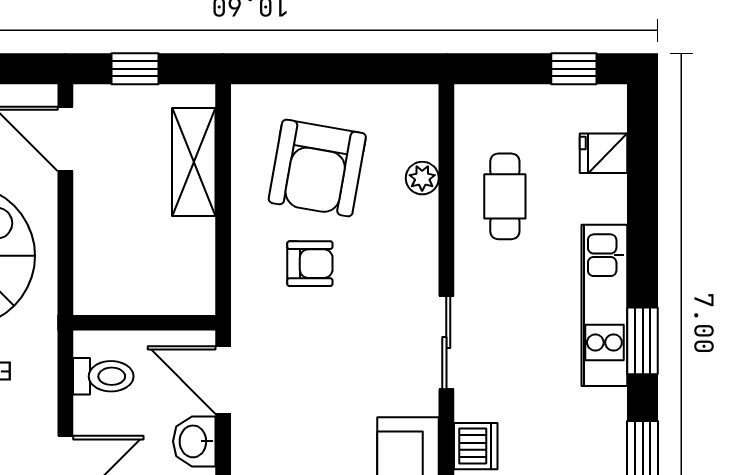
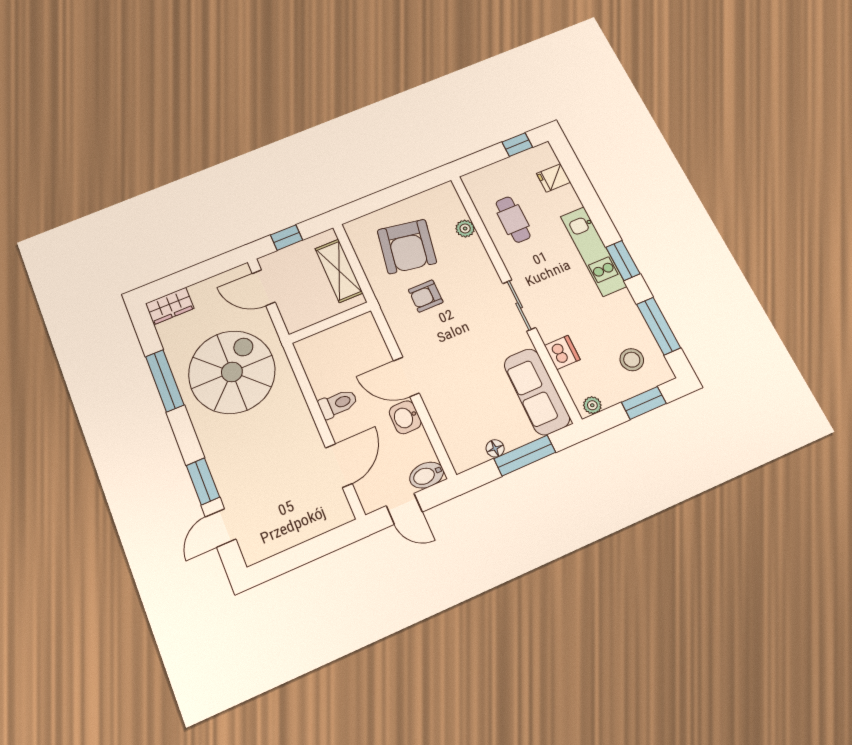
armchair: (310, 264) -> (426, 296), turned 180
wall: (144, 323) -> (330, 323), moved

